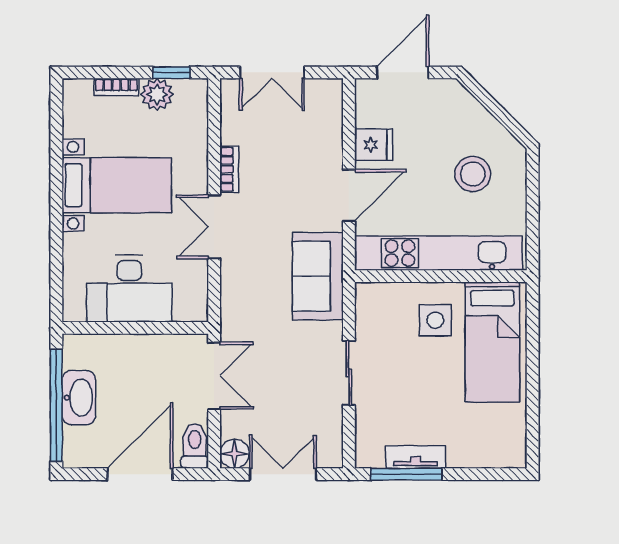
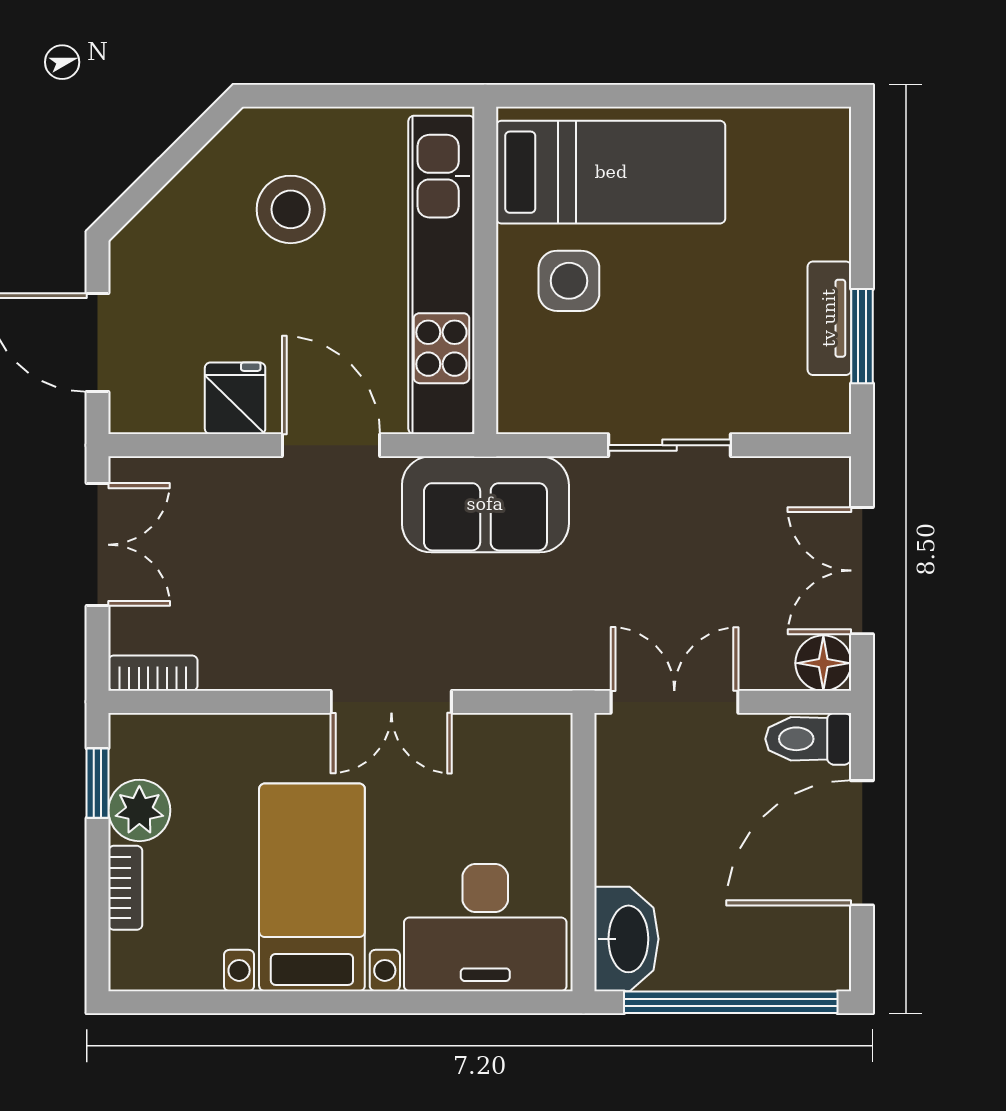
double door: (272, 72) -> (98, 545), moved
bookcase: (229, 169) -> (153, 673), moved
desk: (129, 289) -> (485, 928), moved, turned 90
washbasin: (79, 398) -> (626, 939), moved, turned 90
door: (140, 474) -> (862, 843), hinge flipped
window: (406, 474) -> (862, 336), width x0.69

